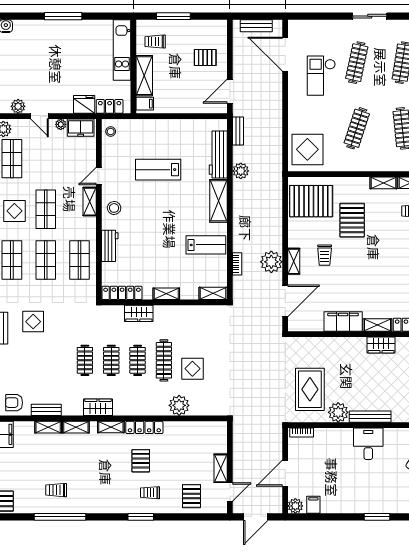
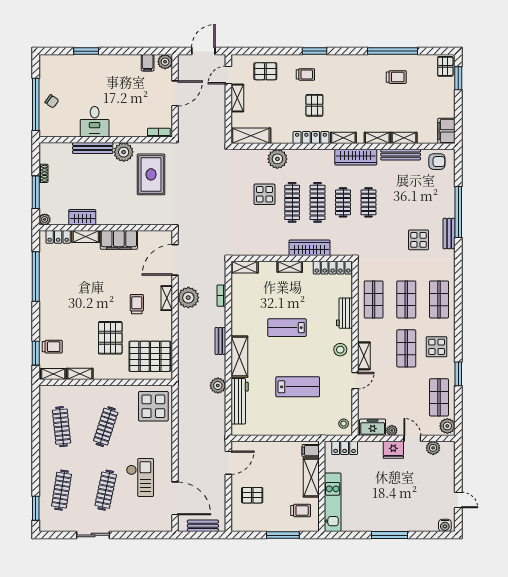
fridge: (84, 104) -> (393, 450), moved
bench: (238, 131) -> (220, 341), moved
lab bench: (206, 245) -> (287, 328), moved
wardrobe: (139, 313) -> (309, 248), width x1.50
clothes rail: (138, 360) -> (318, 202), width x1.36
wardrobe: (98, 407) -> (356, 157), width x1.50
bench: (46, 410) -> (401, 155), width x1.36
shelving: (207, 429) -> (251, 136), added
pallet: (192, 496) -> (265, 71), turned 90

